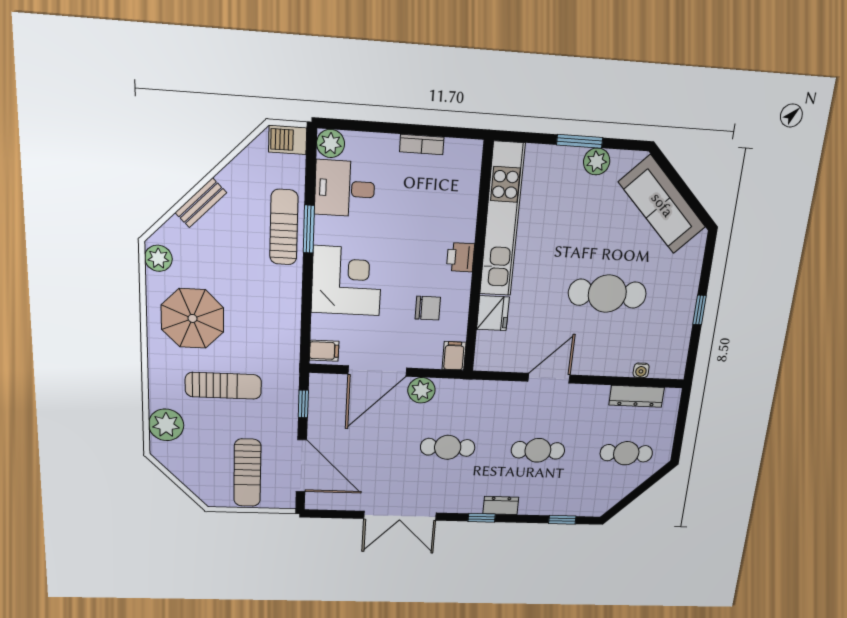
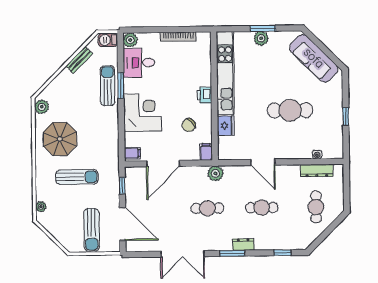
bookcase: (422, 144) -> (178, 37), width x1.56
plant: (597, 161) -> (261, 38), moved
bench: (201, 203) -> (79, 60), moved
chair: (428, 308) -> (189, 125), turned 136
door: (549, 378) -> (263, 162), swing flipped
plant: (421, 390) -> (215, 173), moved
plant: (166, 425) -> (41, 207), width x0.53, depth x0.53
cafe table: (626, 453) -> (316, 207), turned 90
window: (482, 518) -> (232, 253), width x1.50

